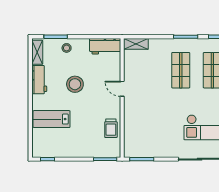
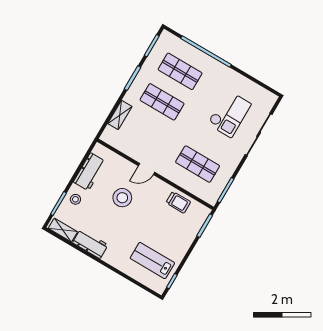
shelving: (136, 44) -> (120, 115), moved
workbench: (105, 46) -> (89, 172), moved
stool: (75, 84) -> (122, 198), moved
lab bench: (52, 119) -> (152, 261), moved, turned 90
shop shelf: (149, 126) -> (198, 164), added

